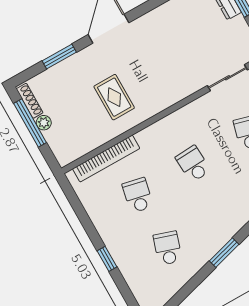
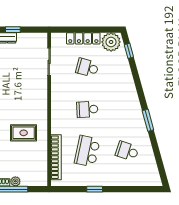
school desk: (138, 195) -> (87, 151), width x1.85
window: (107, 259) -> (95, 189), moved

